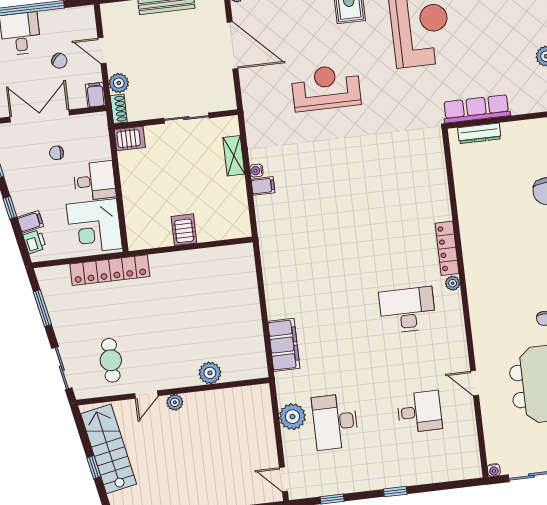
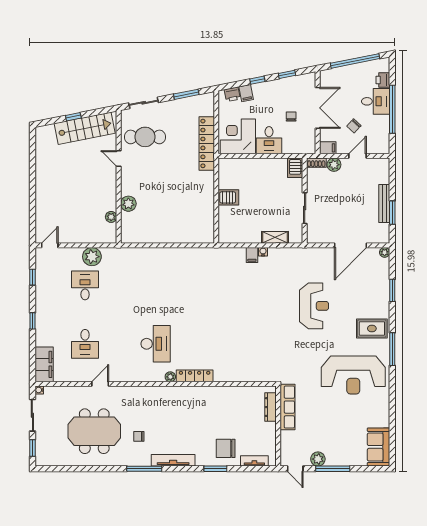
filing cabinet: (284, 345) -> (44, 364), moved, turned -90
cafe table: (111, 360) -> (145, 137), width x1.37, depth x1.35
plant: (175, 402) -> (111, 217), moved
desk: (335, 422) -> (85, 285), width x0.73

